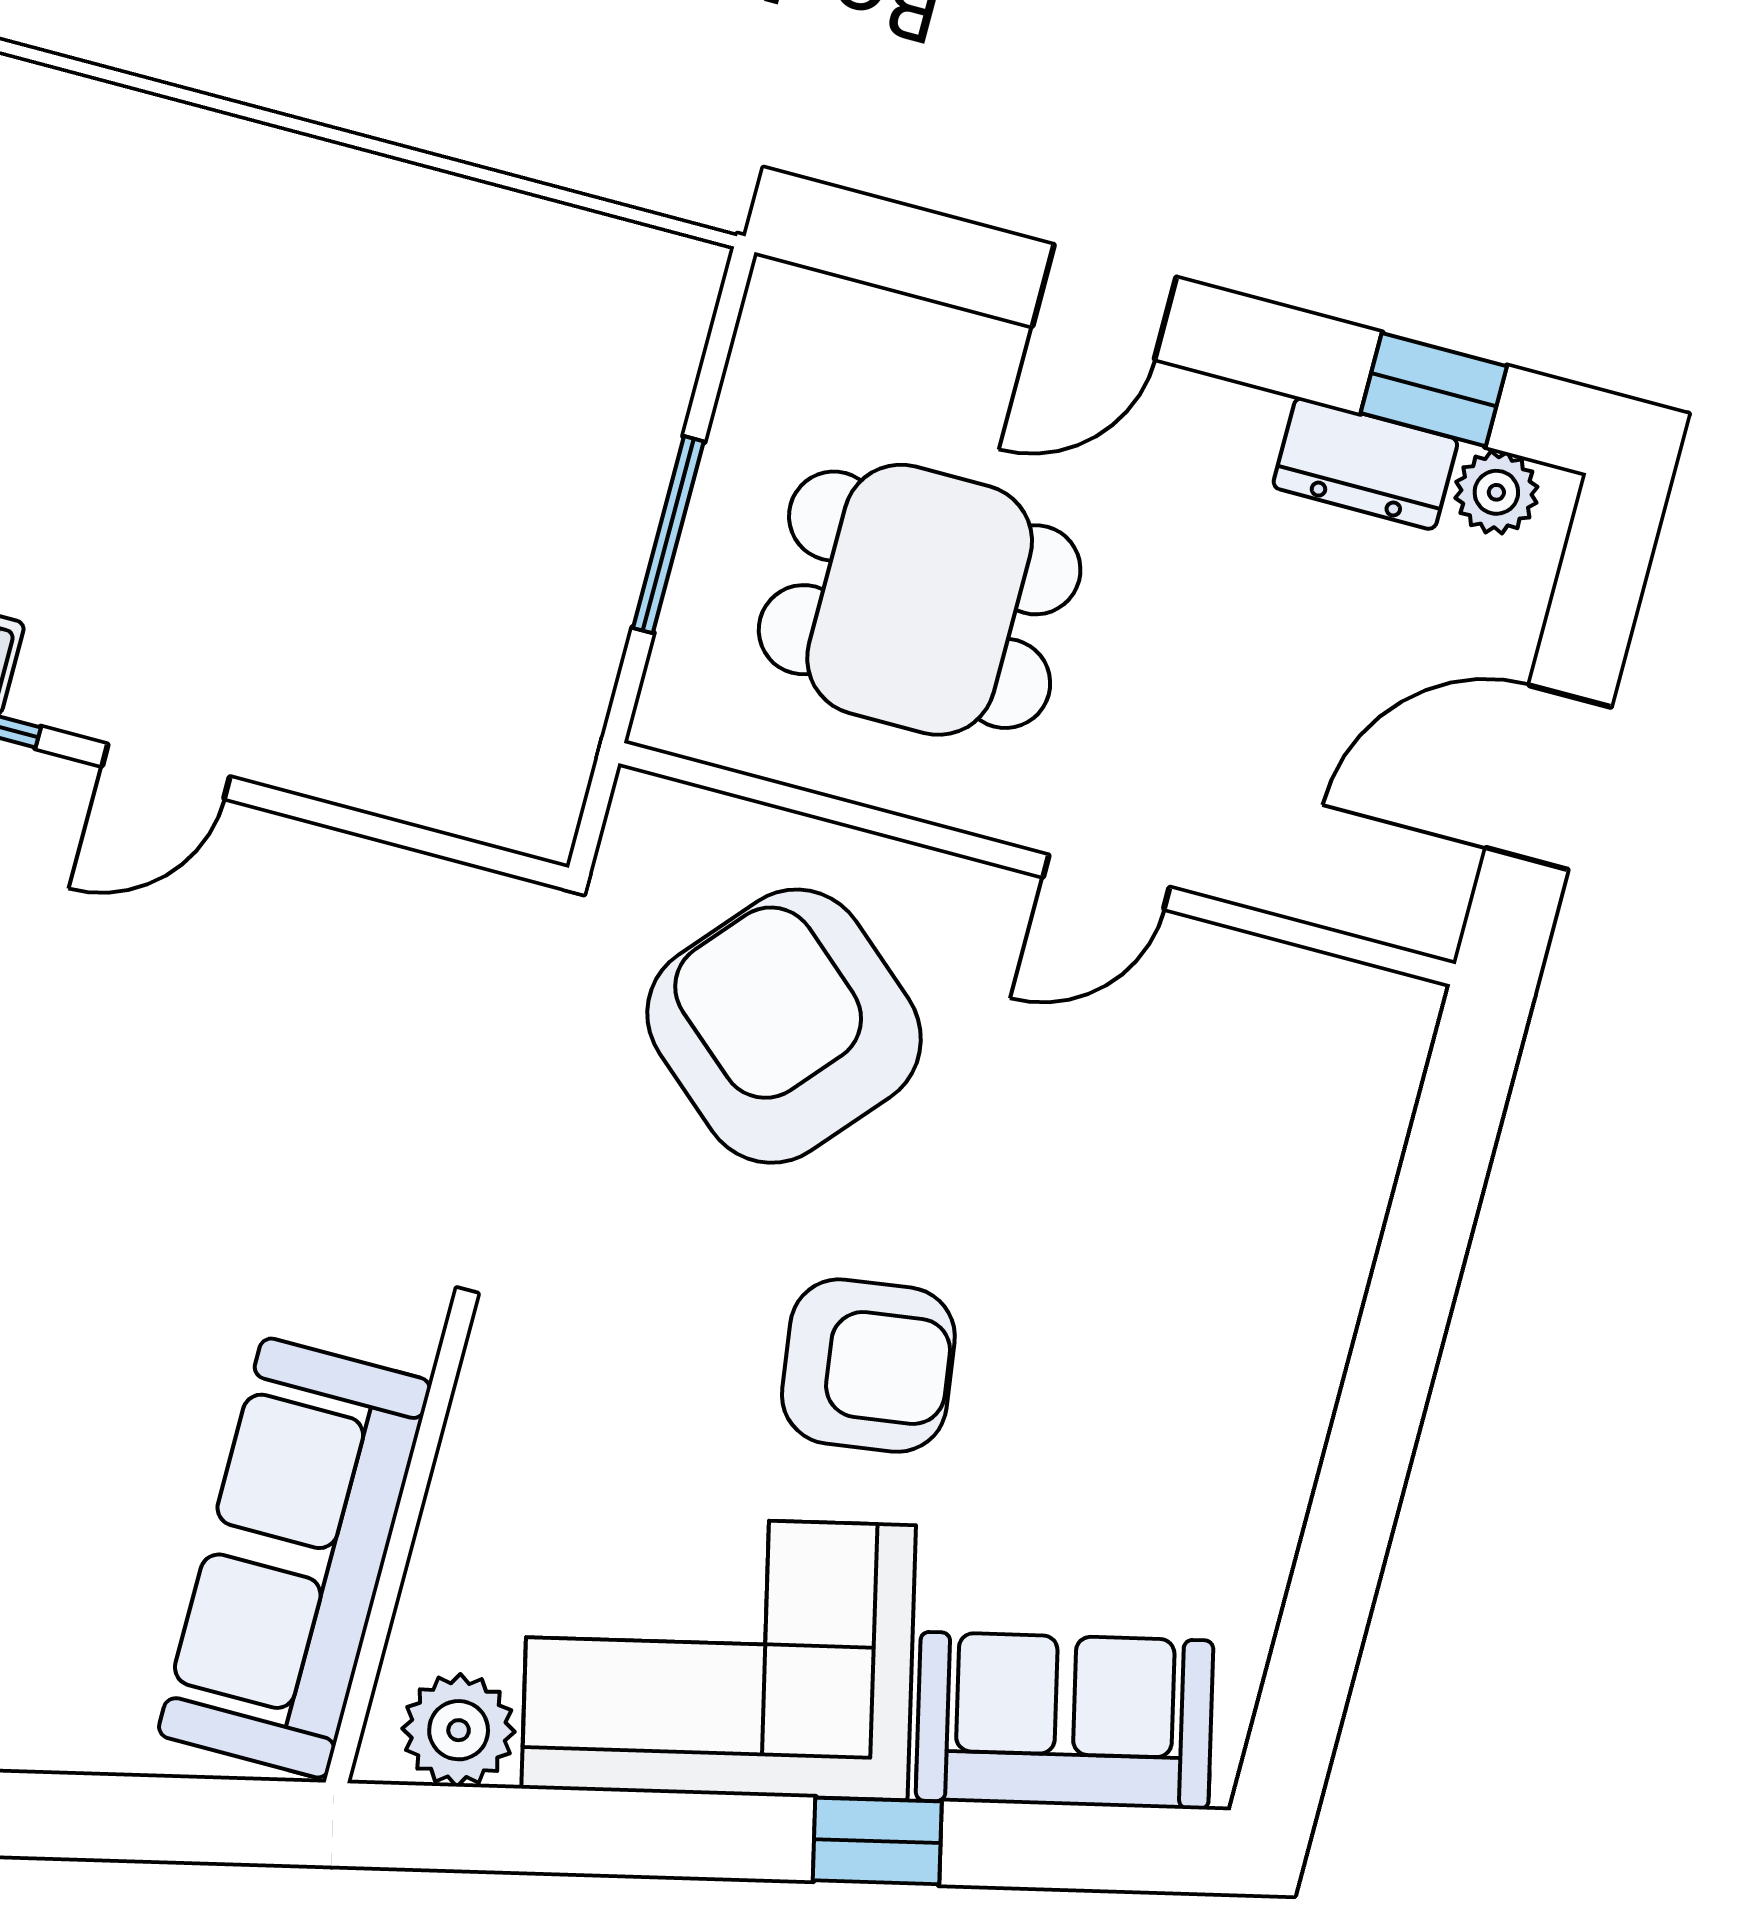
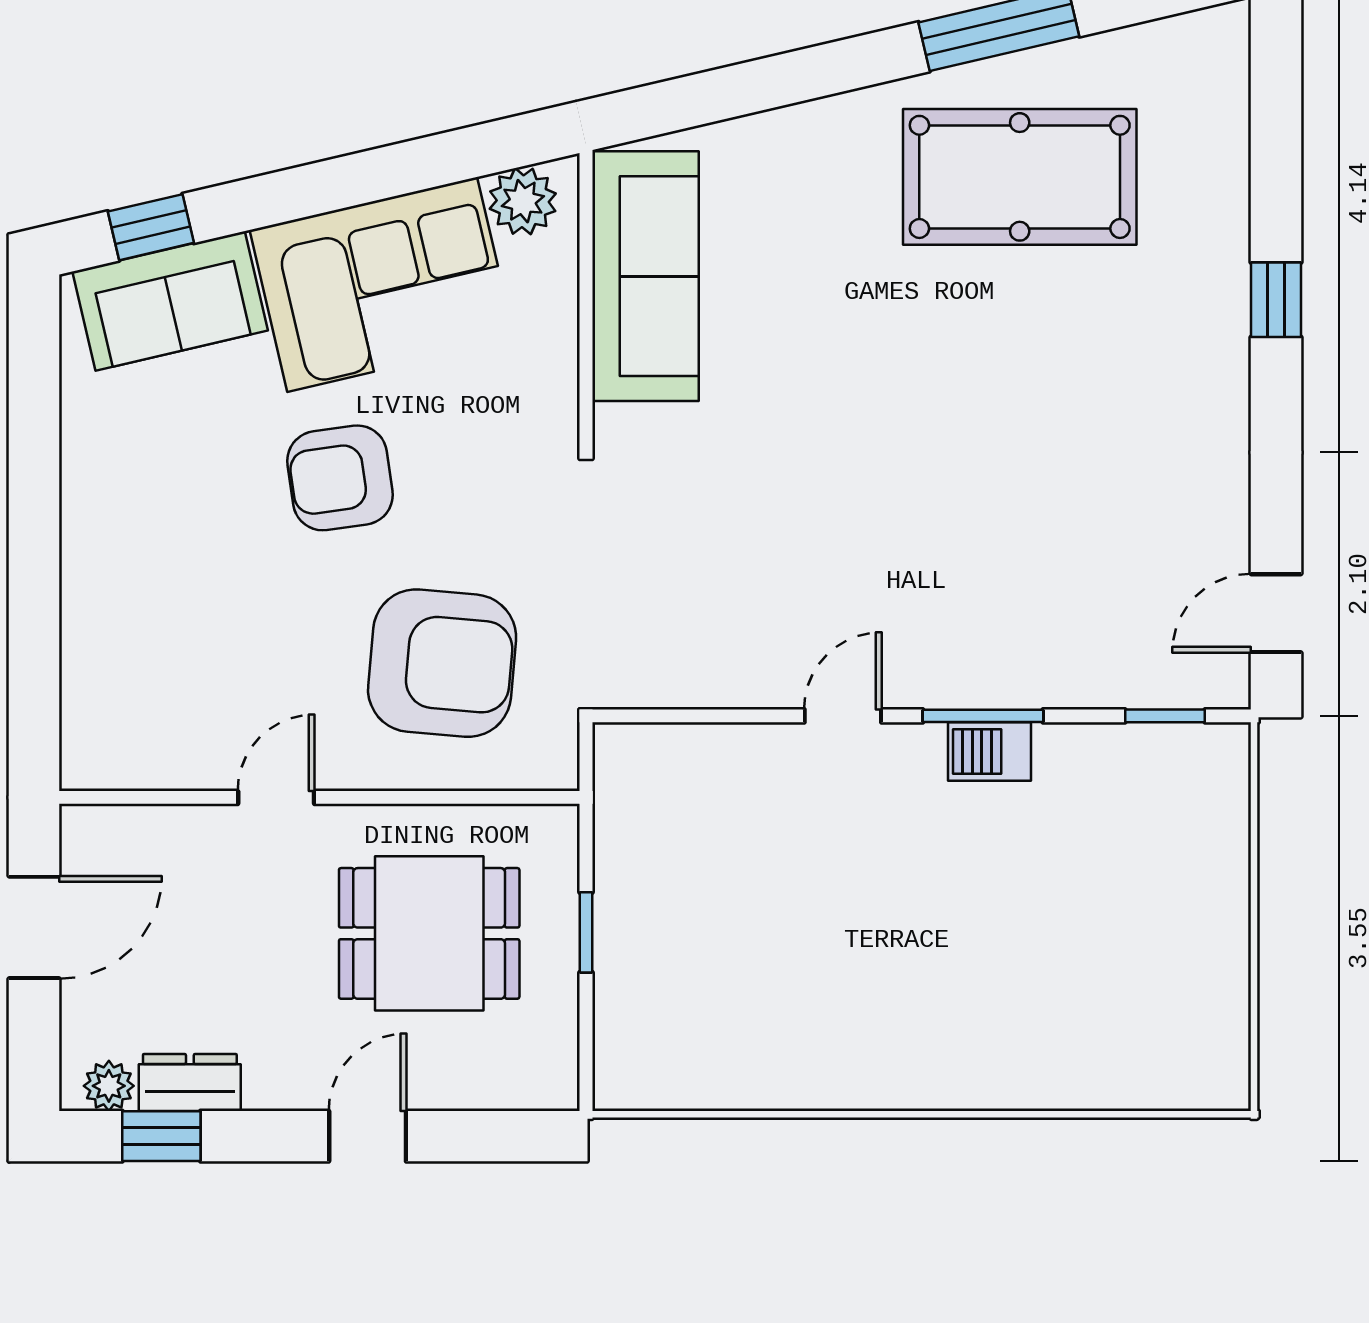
window: (668, 535) -> (586, 932), width x0.67
armchair: (784, 1026) -> (442, 663), turned -36
window: (877, 1841) -> (151, 227), moved

